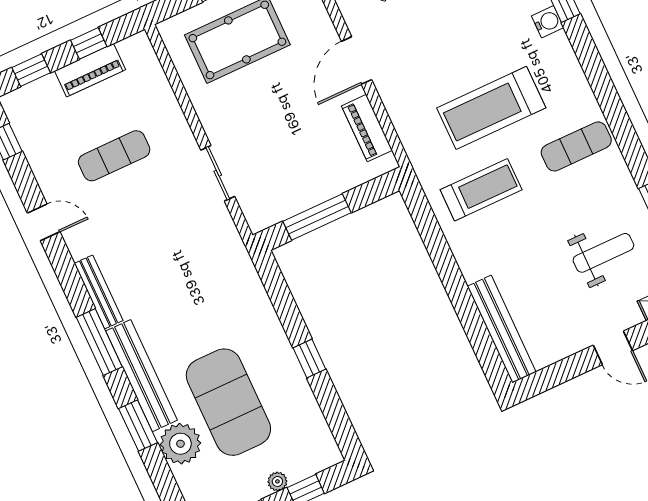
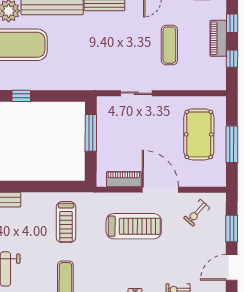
door: (357, 61) -> (160, 190), width x1.36
piano: (90, 70) -> (218, 38), moved
treadmill: (491, 108) -> (134, 226), moved, turned 90

